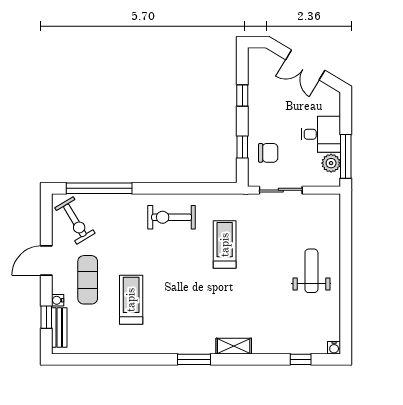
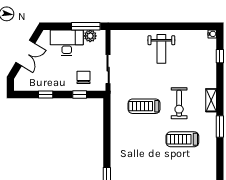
desk: (321, 134) -> (67, 43), width x1.37
exercise bike: (172, 217) -> (179, 103), moved
weight bench: (311, 271) -> (161, 49), turned -90
treadmill: (131, 300) -> (182, 139), moved

